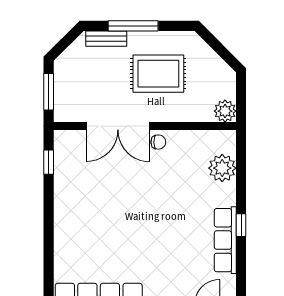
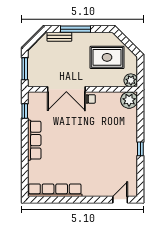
rug: (158, 74) -> (107, 57), moved
plant: (222, 168) -> (129, 100), moved
row of seats: (225, 240) -> (34, 140), moved, turned 180

